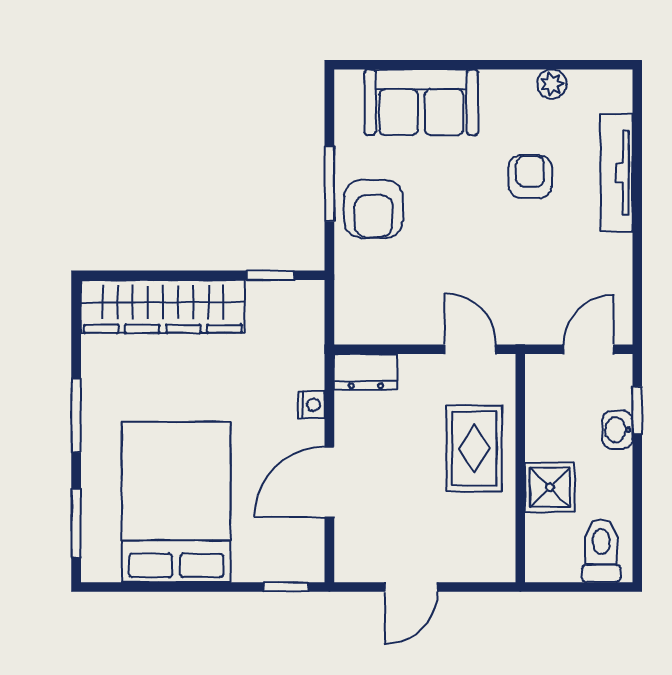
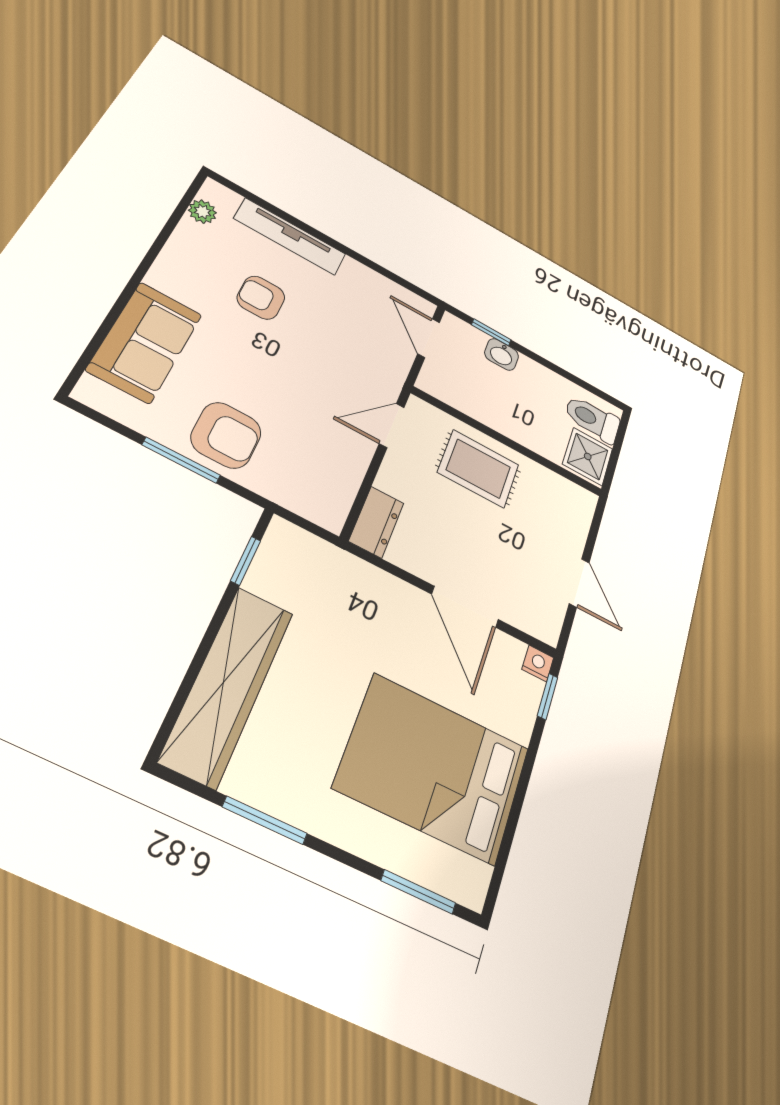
plant: (552, 84) -> (202, 212), moved
nightstand: (312, 405) -> (538, 663), moved
window: (76, 415) -> (265, 820), moved
shower: (550, 487) -> (588, 456), moved

